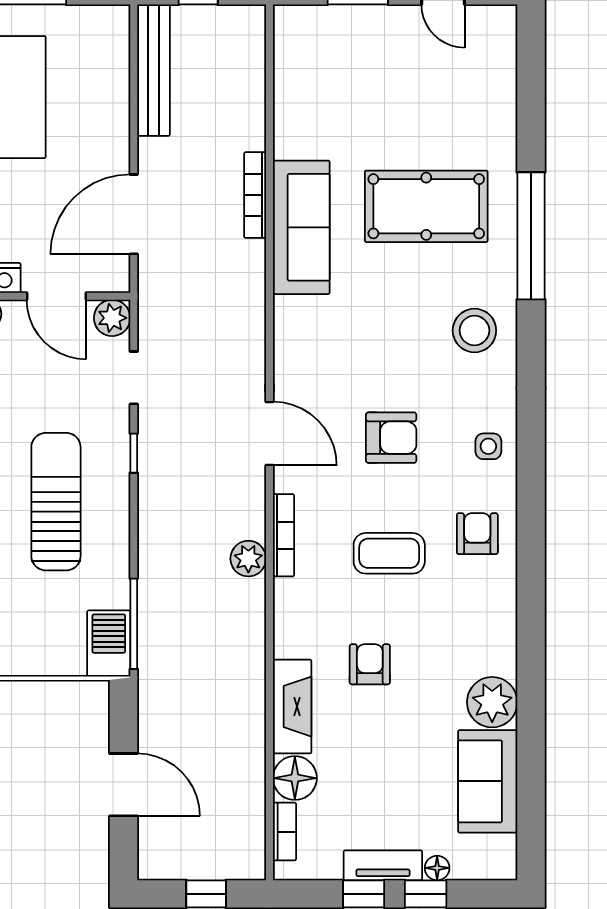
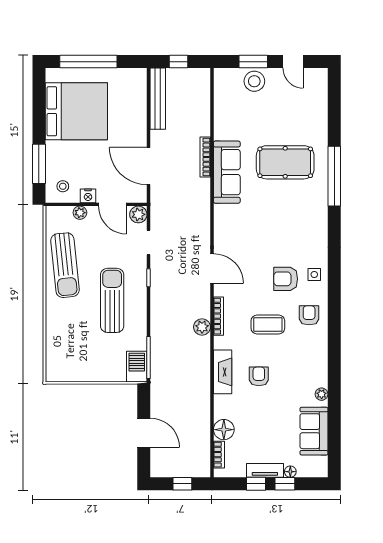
door: (134, 214) -> (148, 166), hinge flipped
stool: (474, 330) -> (254, 81), moved
armchair: (391, 438) -> (286, 279), moved, turned 180
plant: (492, 702) -> (322, 394), width x0.53, depth x0.53
fireplace: (292, 707) -> (223, 372), moved

